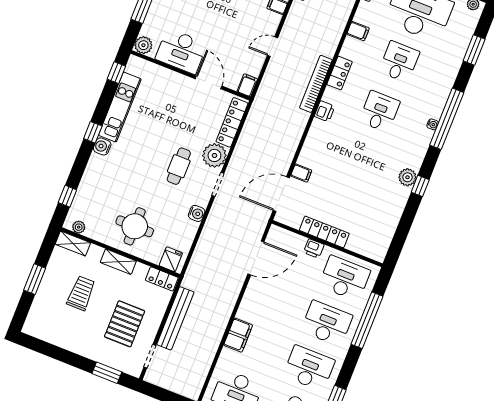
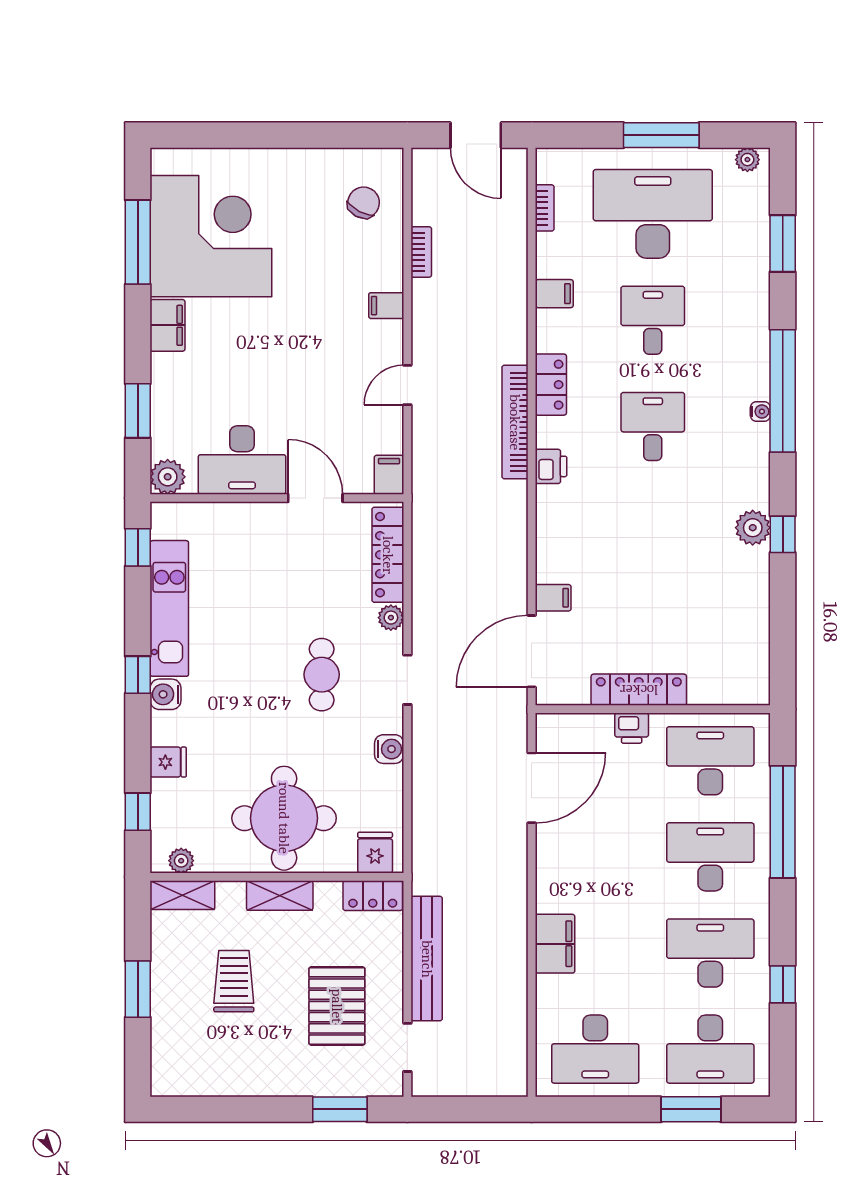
plant: (214, 155) -> (391, 618), width x0.53, depth x0.53
fridge: (91, 179) -> (168, 762), added
round table: (135, 226) -> (284, 818), width x1.36, depth x1.36

